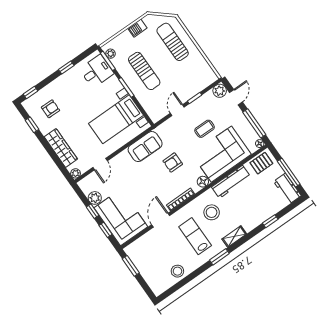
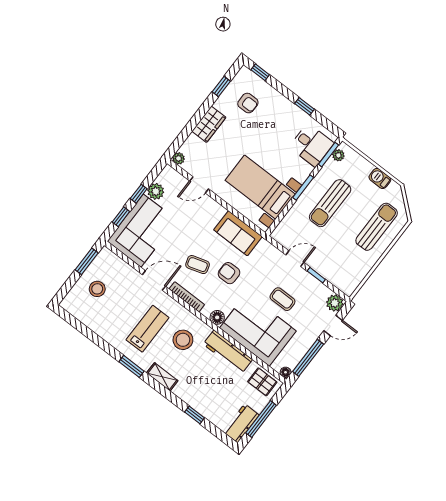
wardrobe: (61, 148) -> (209, 124), width x0.67
coffee table: (159, 184) -> (198, 265), added
stool: (177, 271) -> (97, 289), moved

